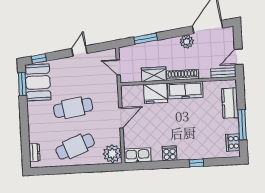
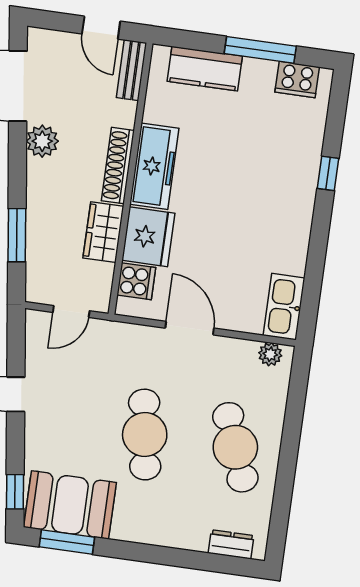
cooker: (170, 153) -> (136, 281), moved, turned 180
plant: (112, 154) -> (270, 354), width x0.53, depth x0.53

